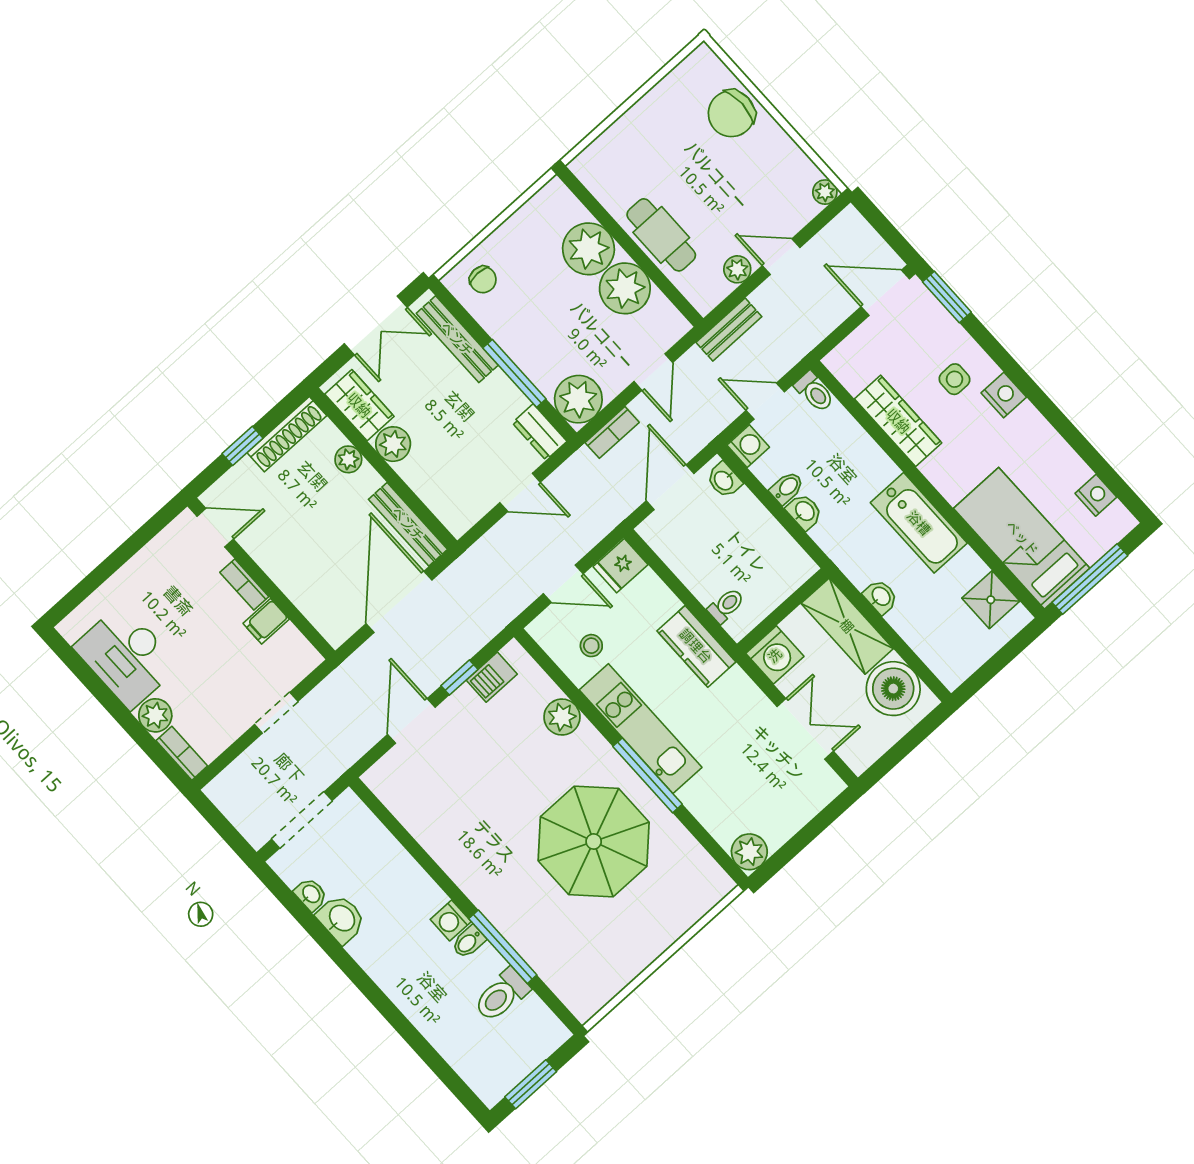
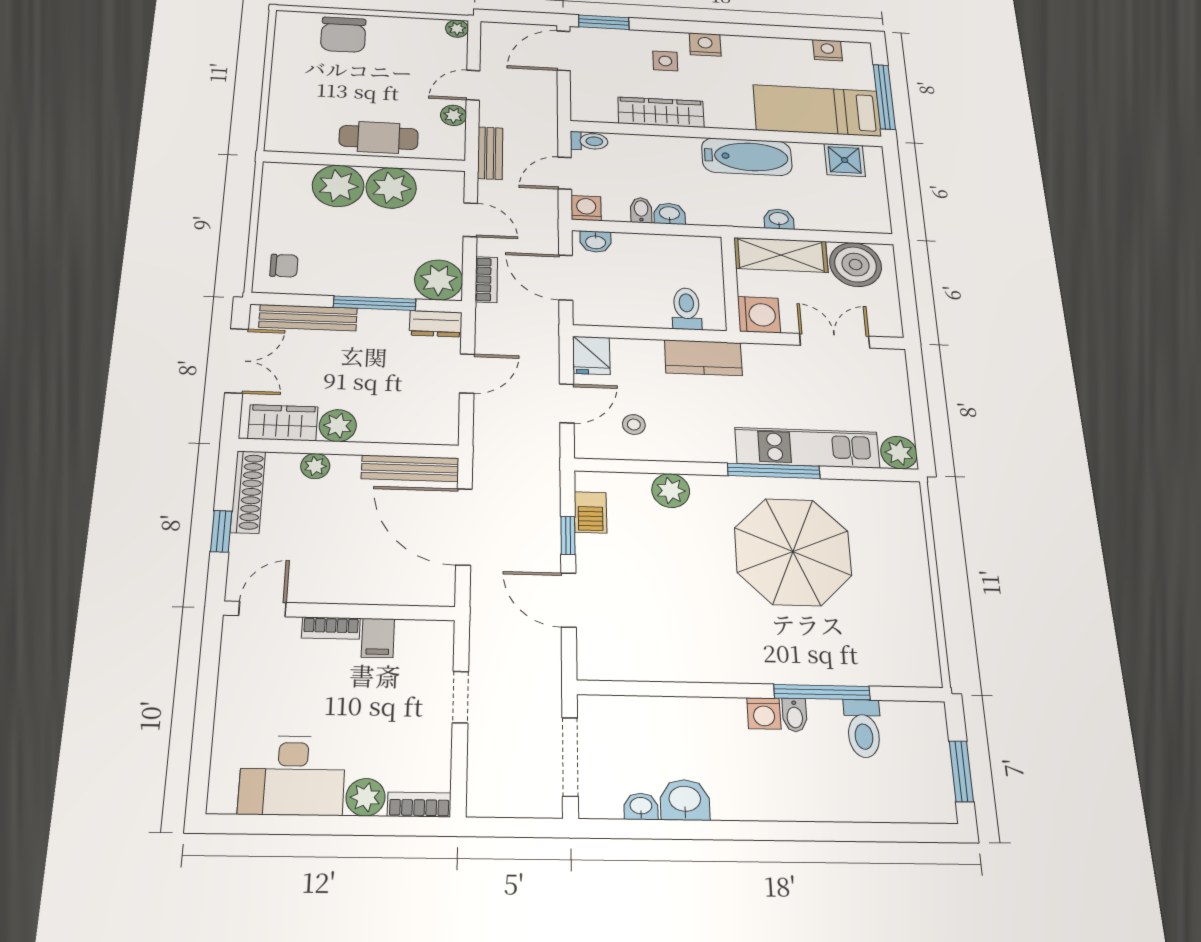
toilet: (726, 606) -> (687, 309), width x1.37, depth x1.39
kitchen unit: (641, 729) -> (807, 448), moved

